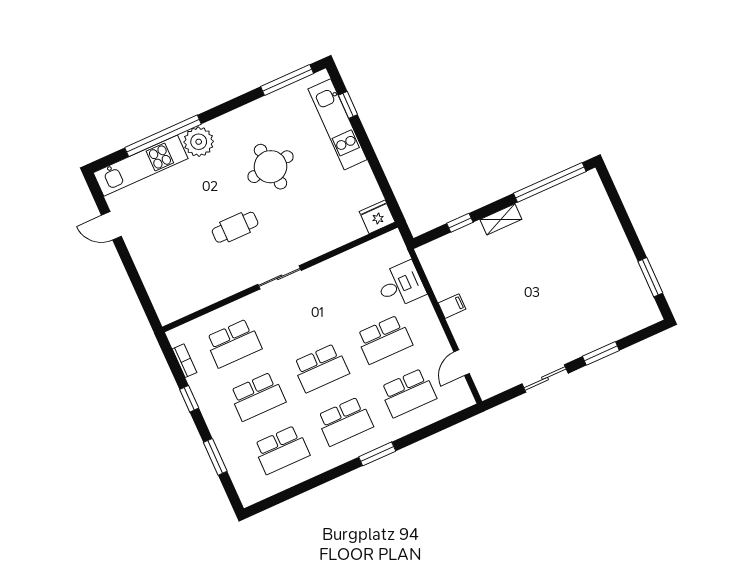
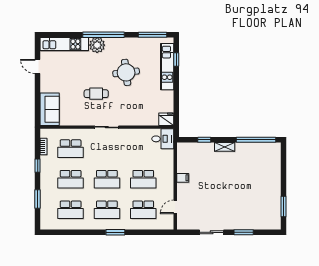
window: (163, 136) -> (103, 35), moved
desk: (401, 285) -> (163, 139), moved
sofa: (166, 291) -> (50, 109), added

